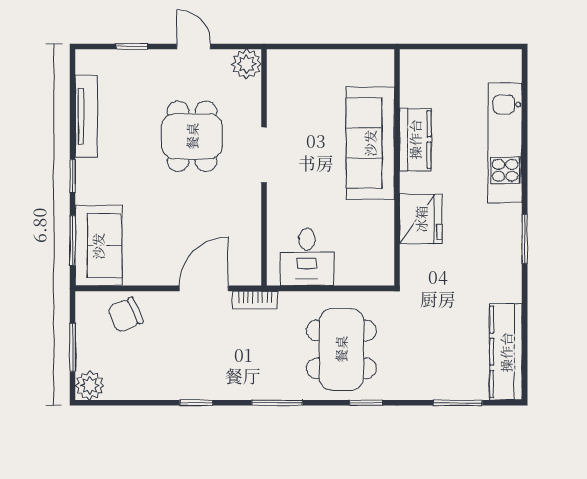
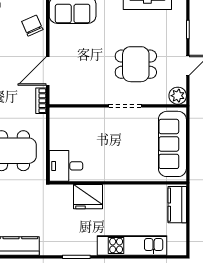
kitchen counter: (415, 139) -> (177, 205), moved, turned 90
sofa: (370, 143) -> (172, 144), moved, turned -90
desk: (307, 257) -> (66, 166), moved
door: (204, 288) -> (48, 71), swing flipped

